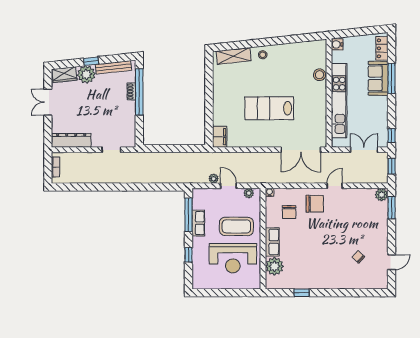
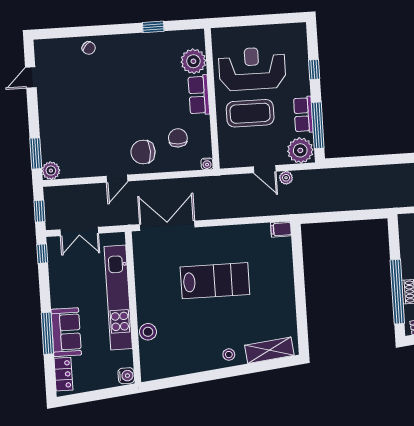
filing cabinet: (220, 137) -> (281, 229), width x0.50
plant: (249, 193) -> (300, 150), moved, width x1.87, depth x1.87
chair: (358, 257) -> (89, 48), moved

